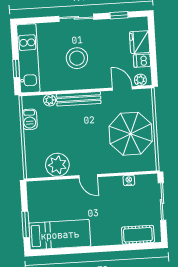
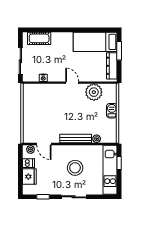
barbecue: (30, 119) -> (112, 111), moved
parasol: (131, 134) -> (40, 111), removed
dresser: (35, 203) -> (112, 66), added

